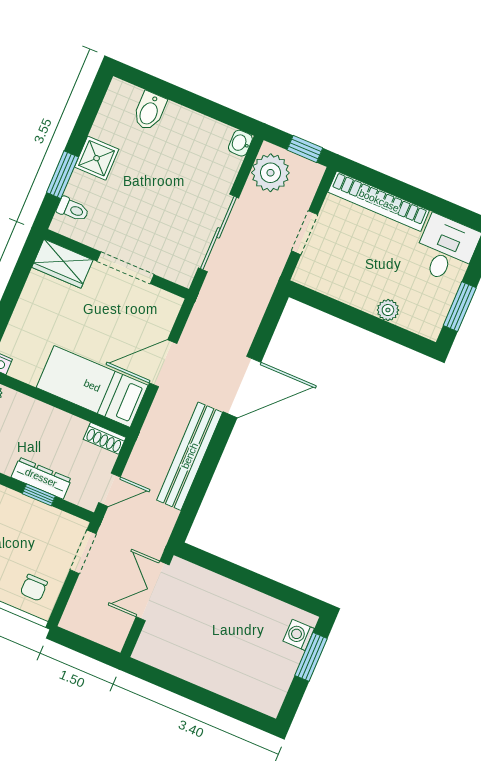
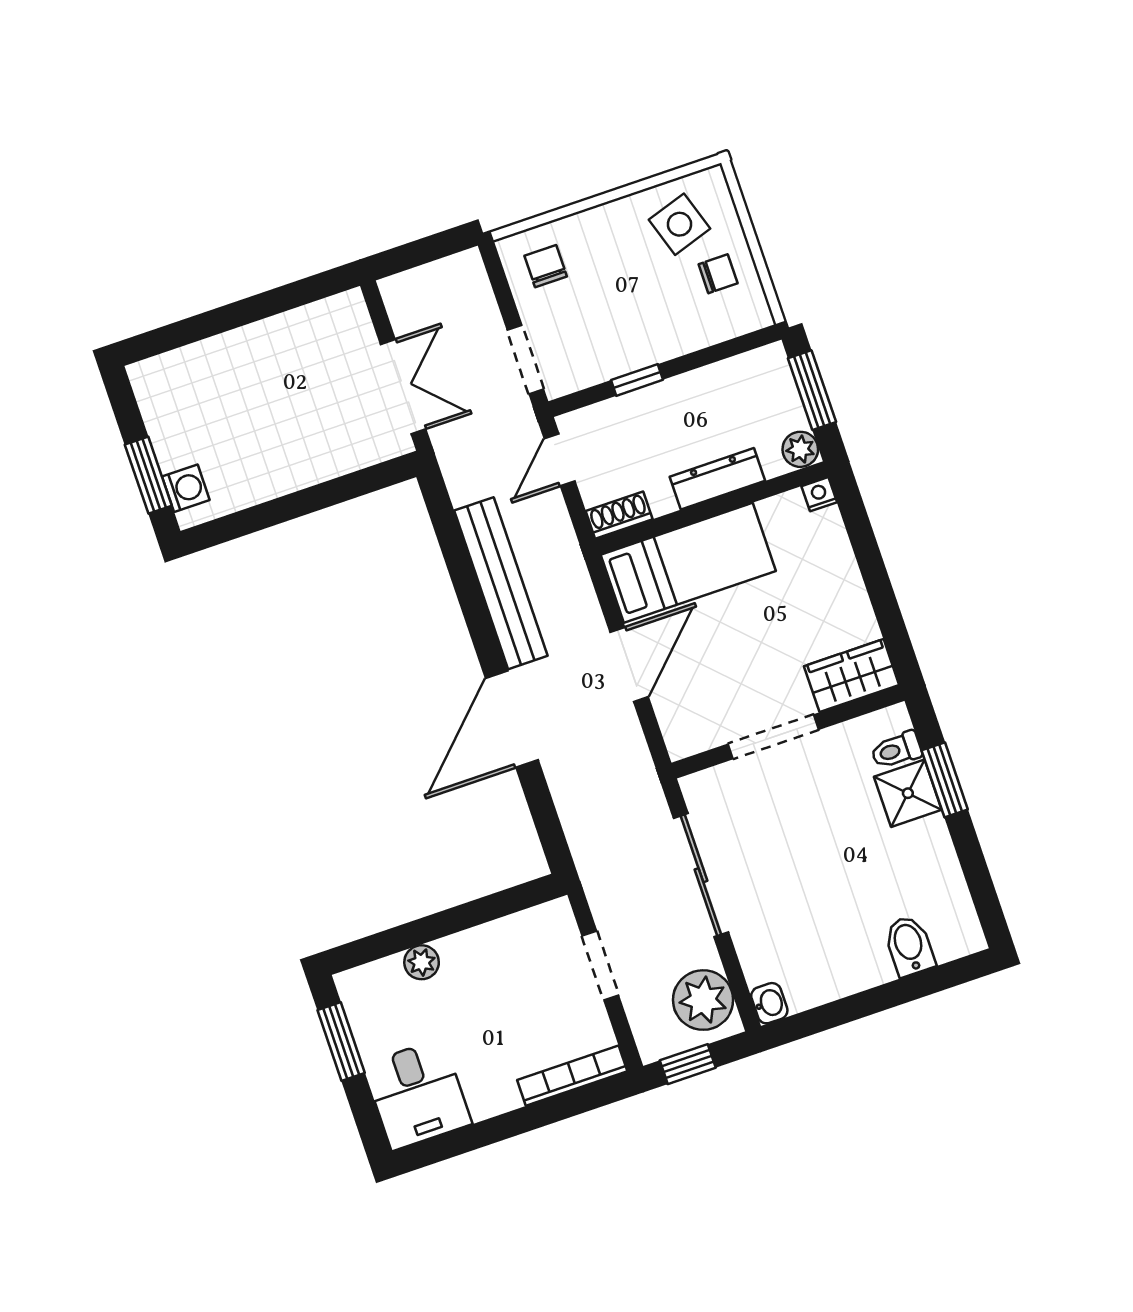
shower: (97, 158) -> (908, 793), moved
bookcase: (379, 201) -> (572, 1076), width x0.68, depth x0.76
dresser: (41, 478) -> (717, 479), moved, turned 180

